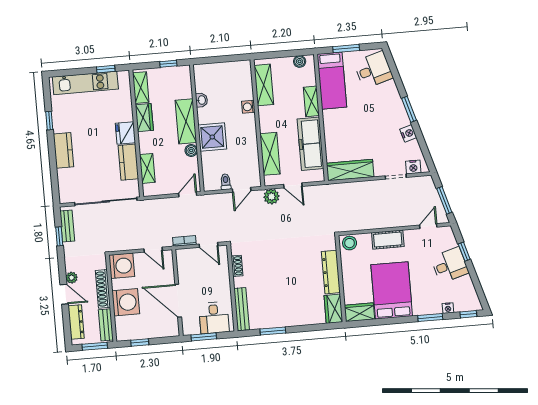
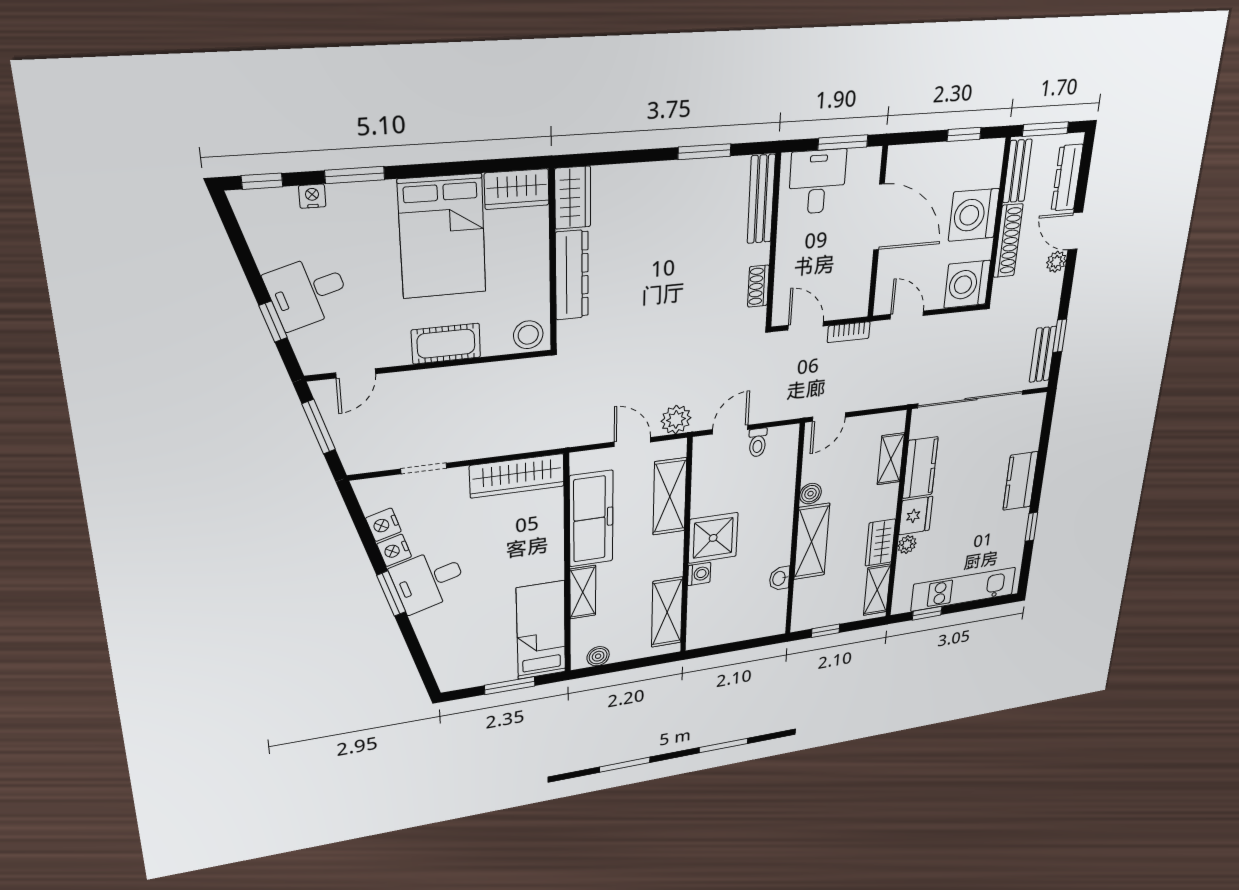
desk: (373, 70) -> (428, 580), moved
plant: (127, 115) -> (907, 544), added
shower: (212, 137) -> (713, 538), moved
nightstand: (413, 167) -> (383, 525), moved, turned -106

